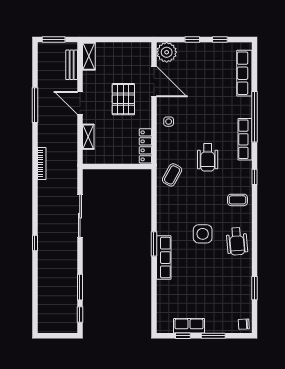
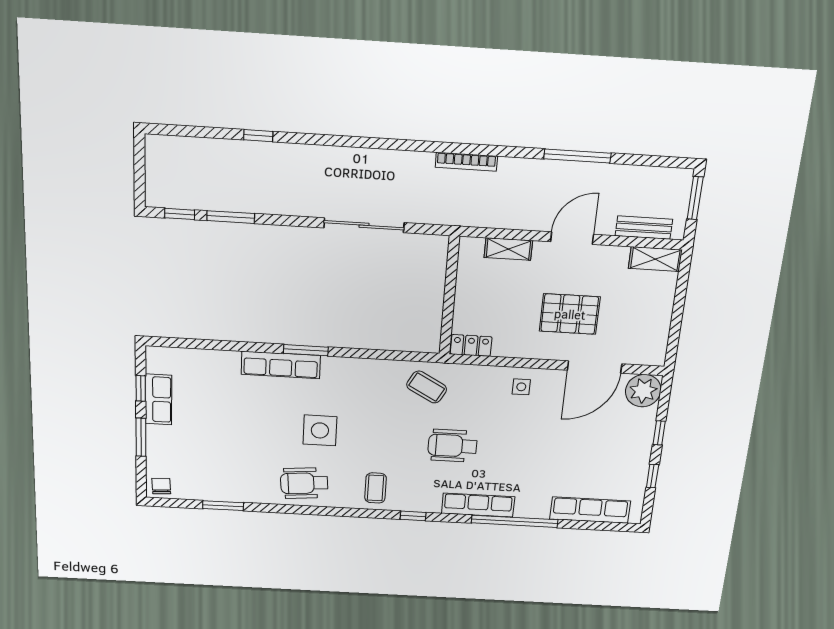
locker: (145, 146) -> (471, 345), width x0.66
window: (35, 243) -> (258, 136), moved

